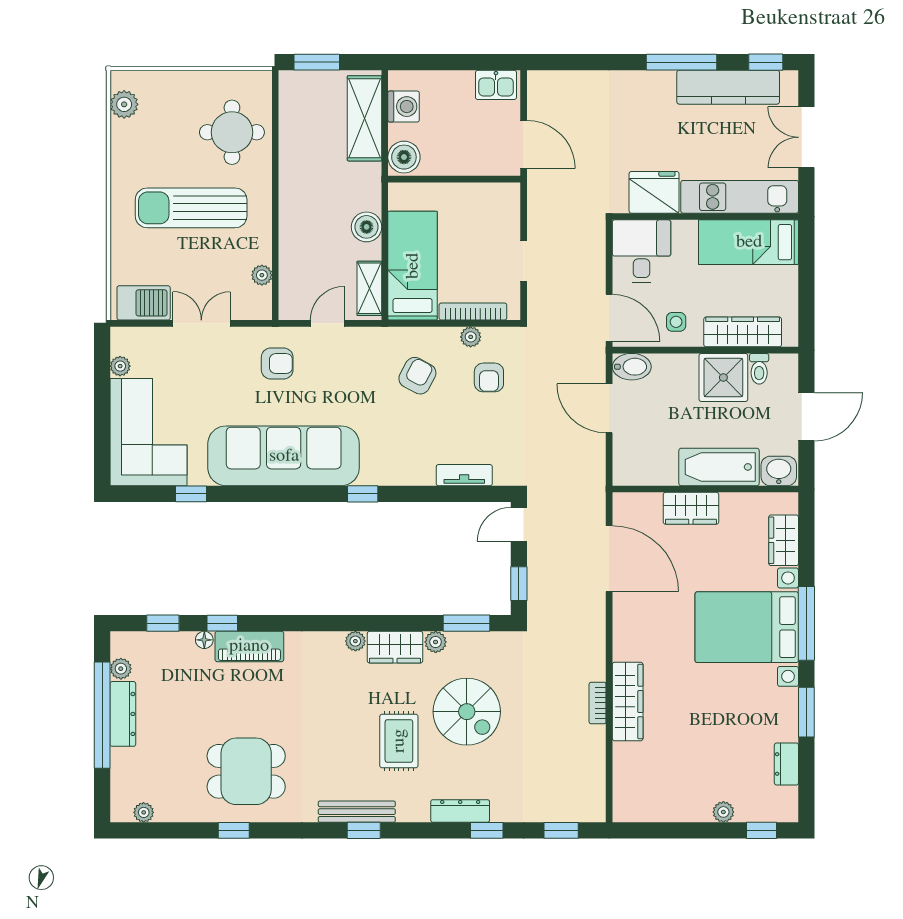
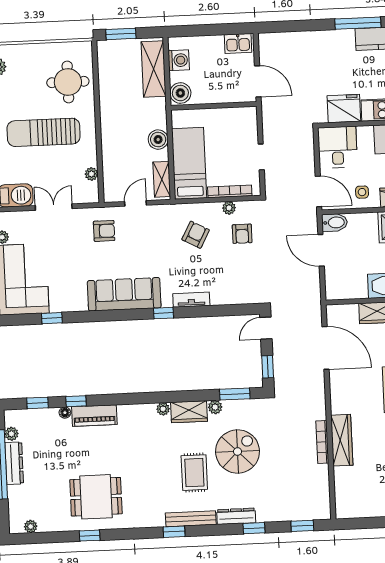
sofa: (284, 456) -> (124, 294), width x0.74, depth x0.79
tv unit: (464, 475) -> (191, 300), moved
bookcase: (598, 703) -> (322, 442), width x1.56
spiral stairs: (467, 712) -> (238, 451), turned -90
bench: (357, 812) -> (191, 519), moved

